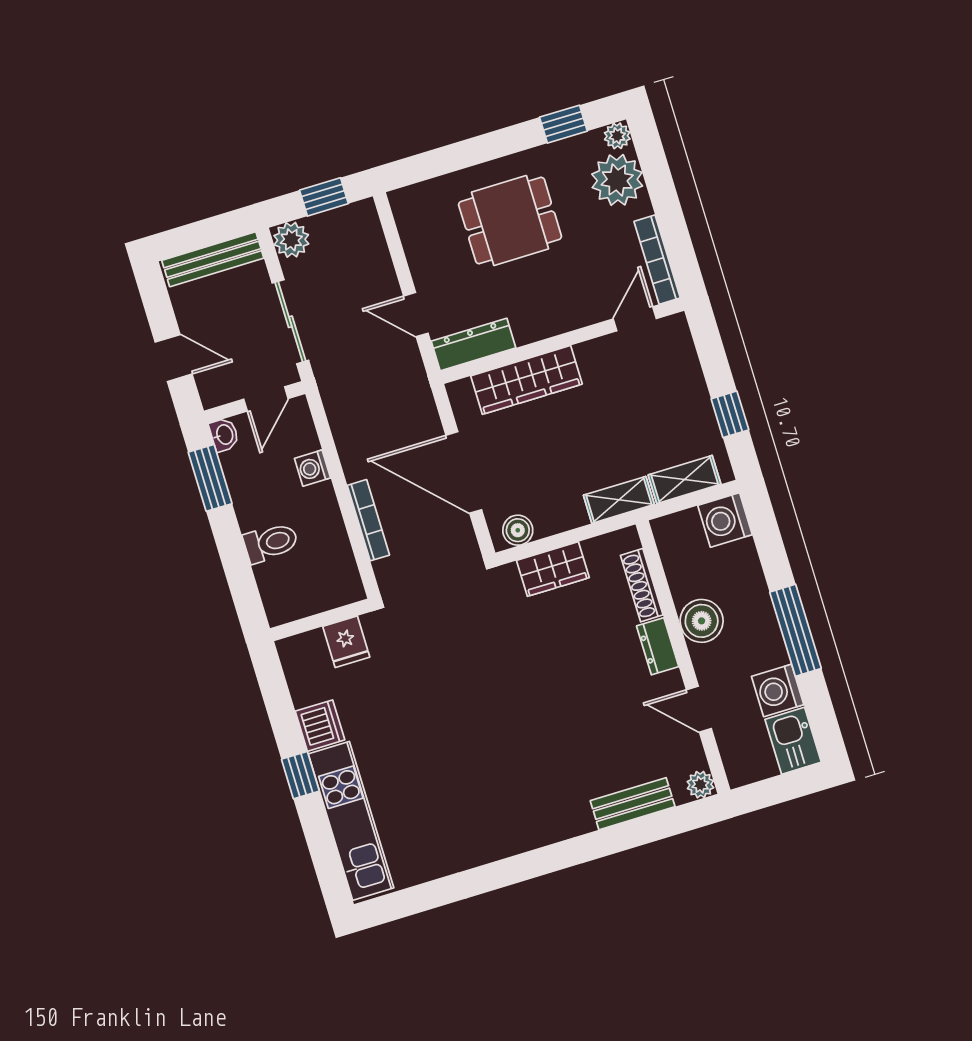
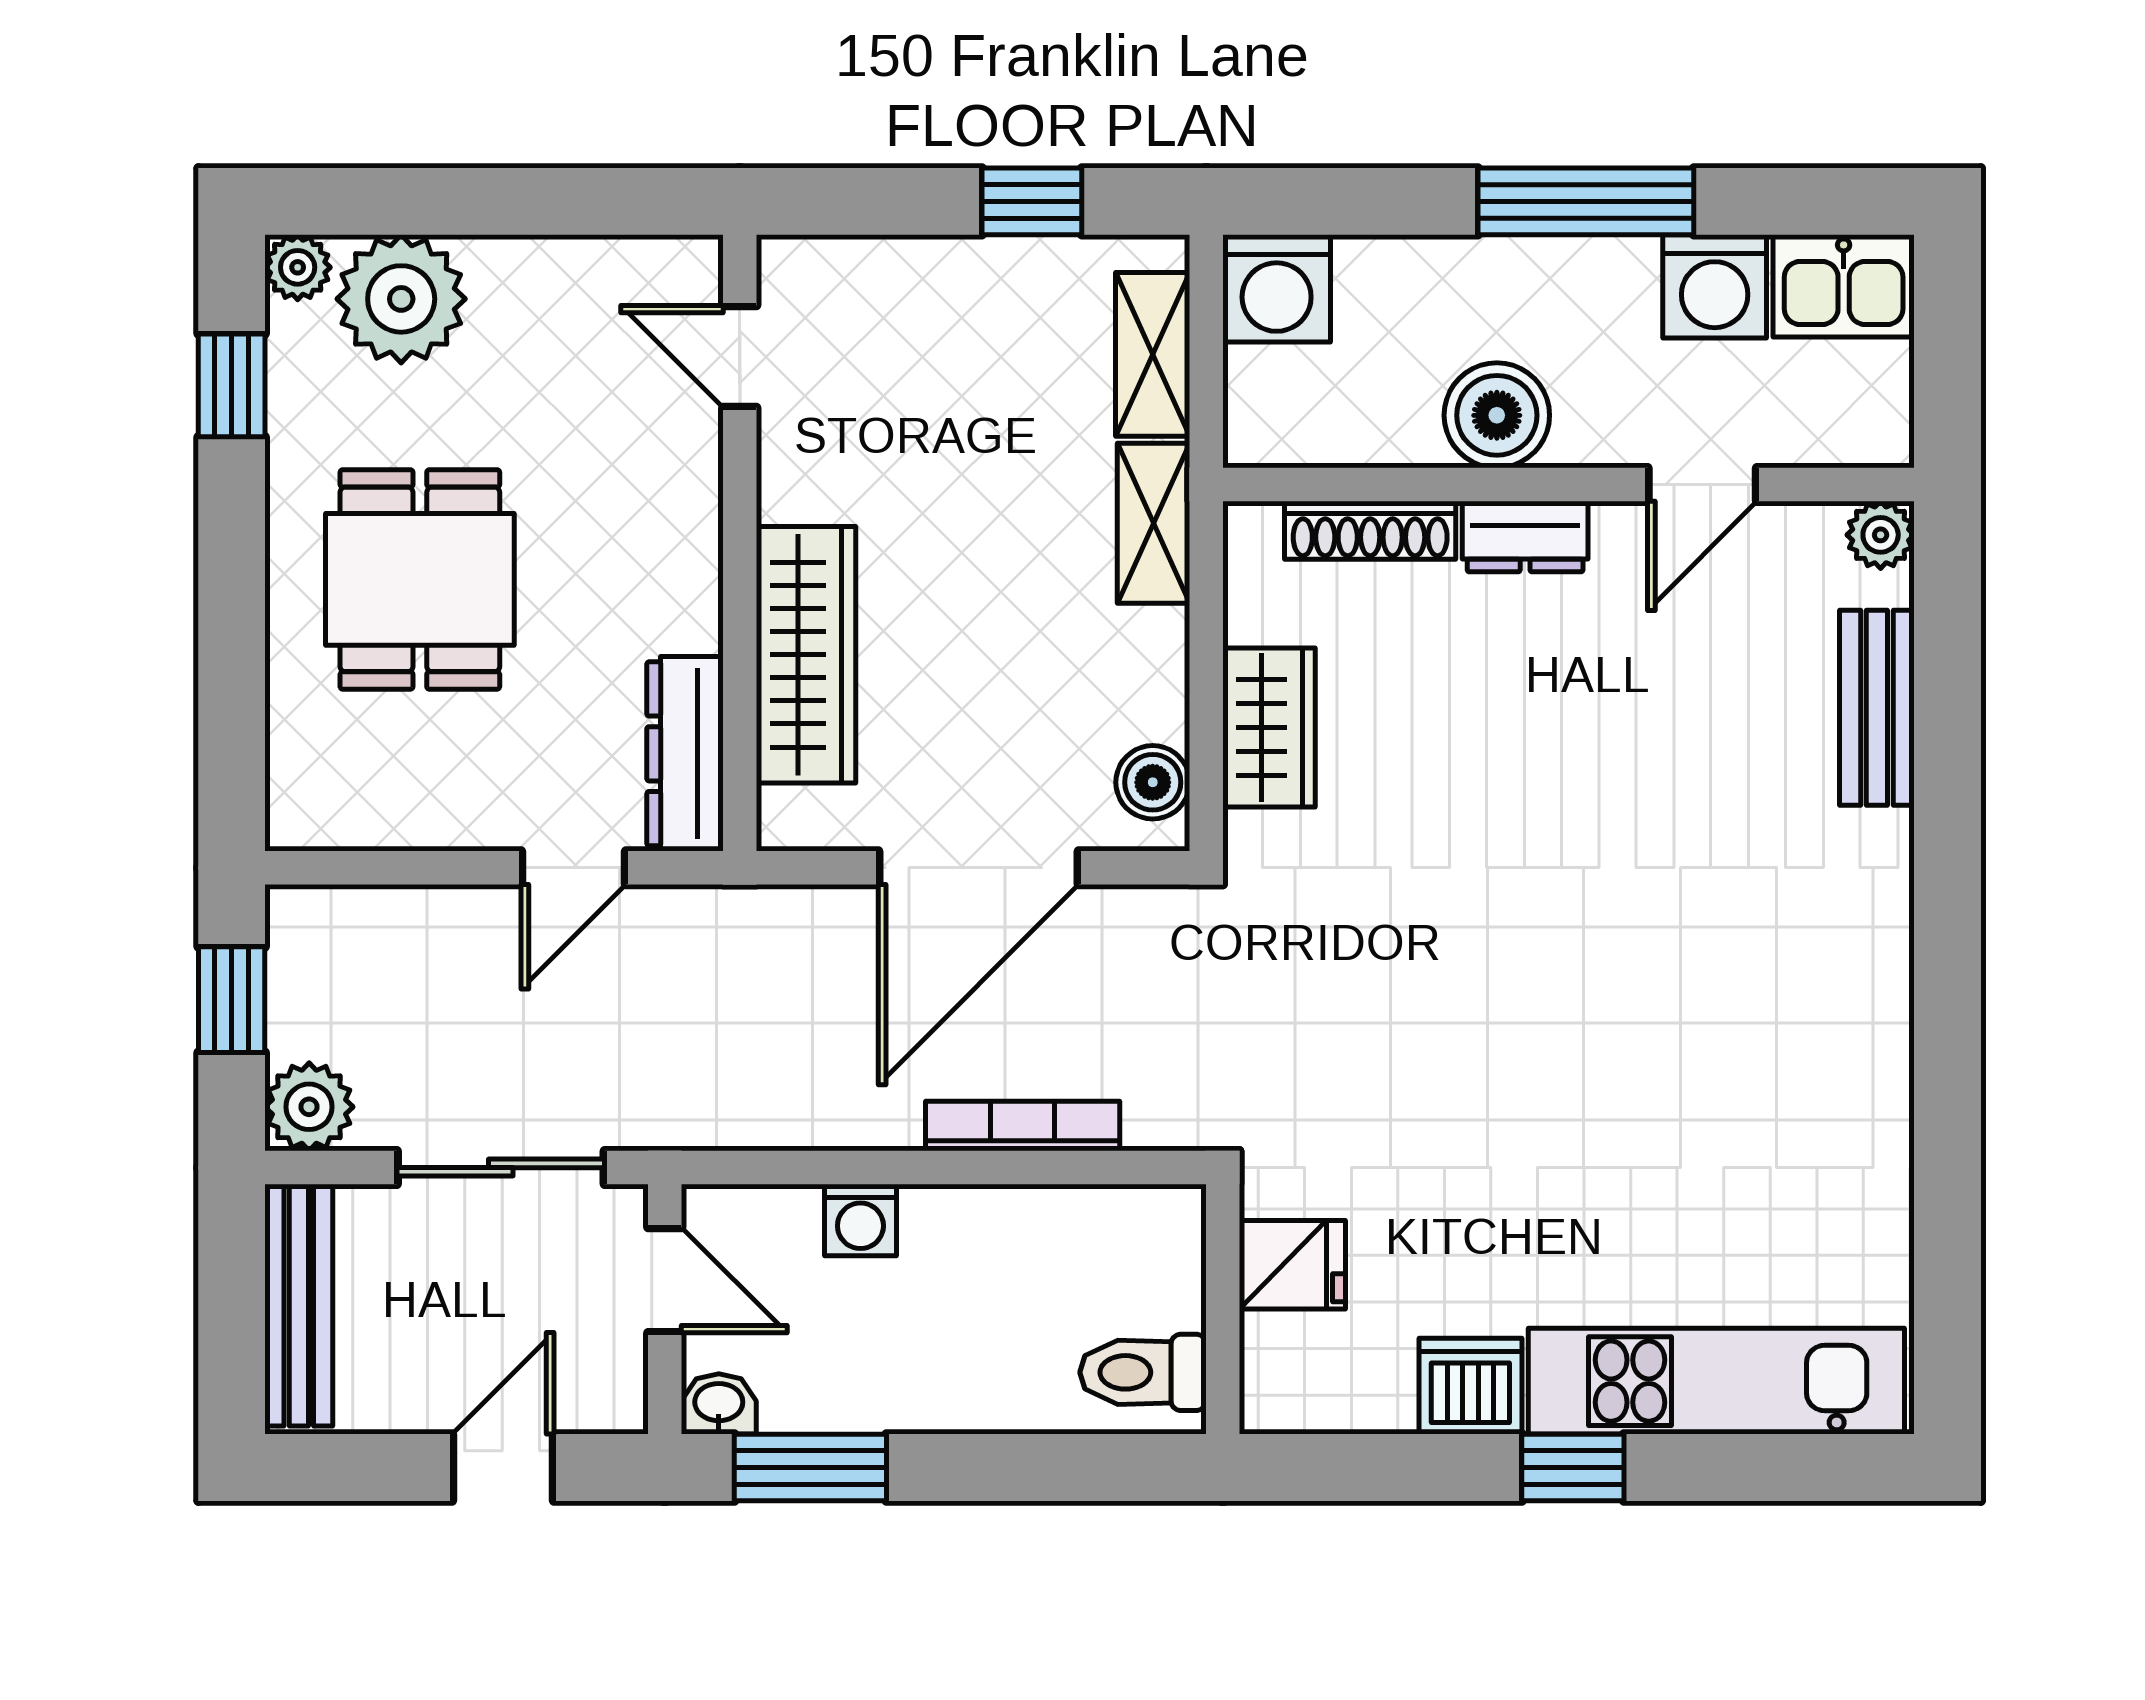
bookcase: (657, 260) -> (617, 262), removed
toilet: (271, 543) -> (1143, 1372), moved, turned -90

